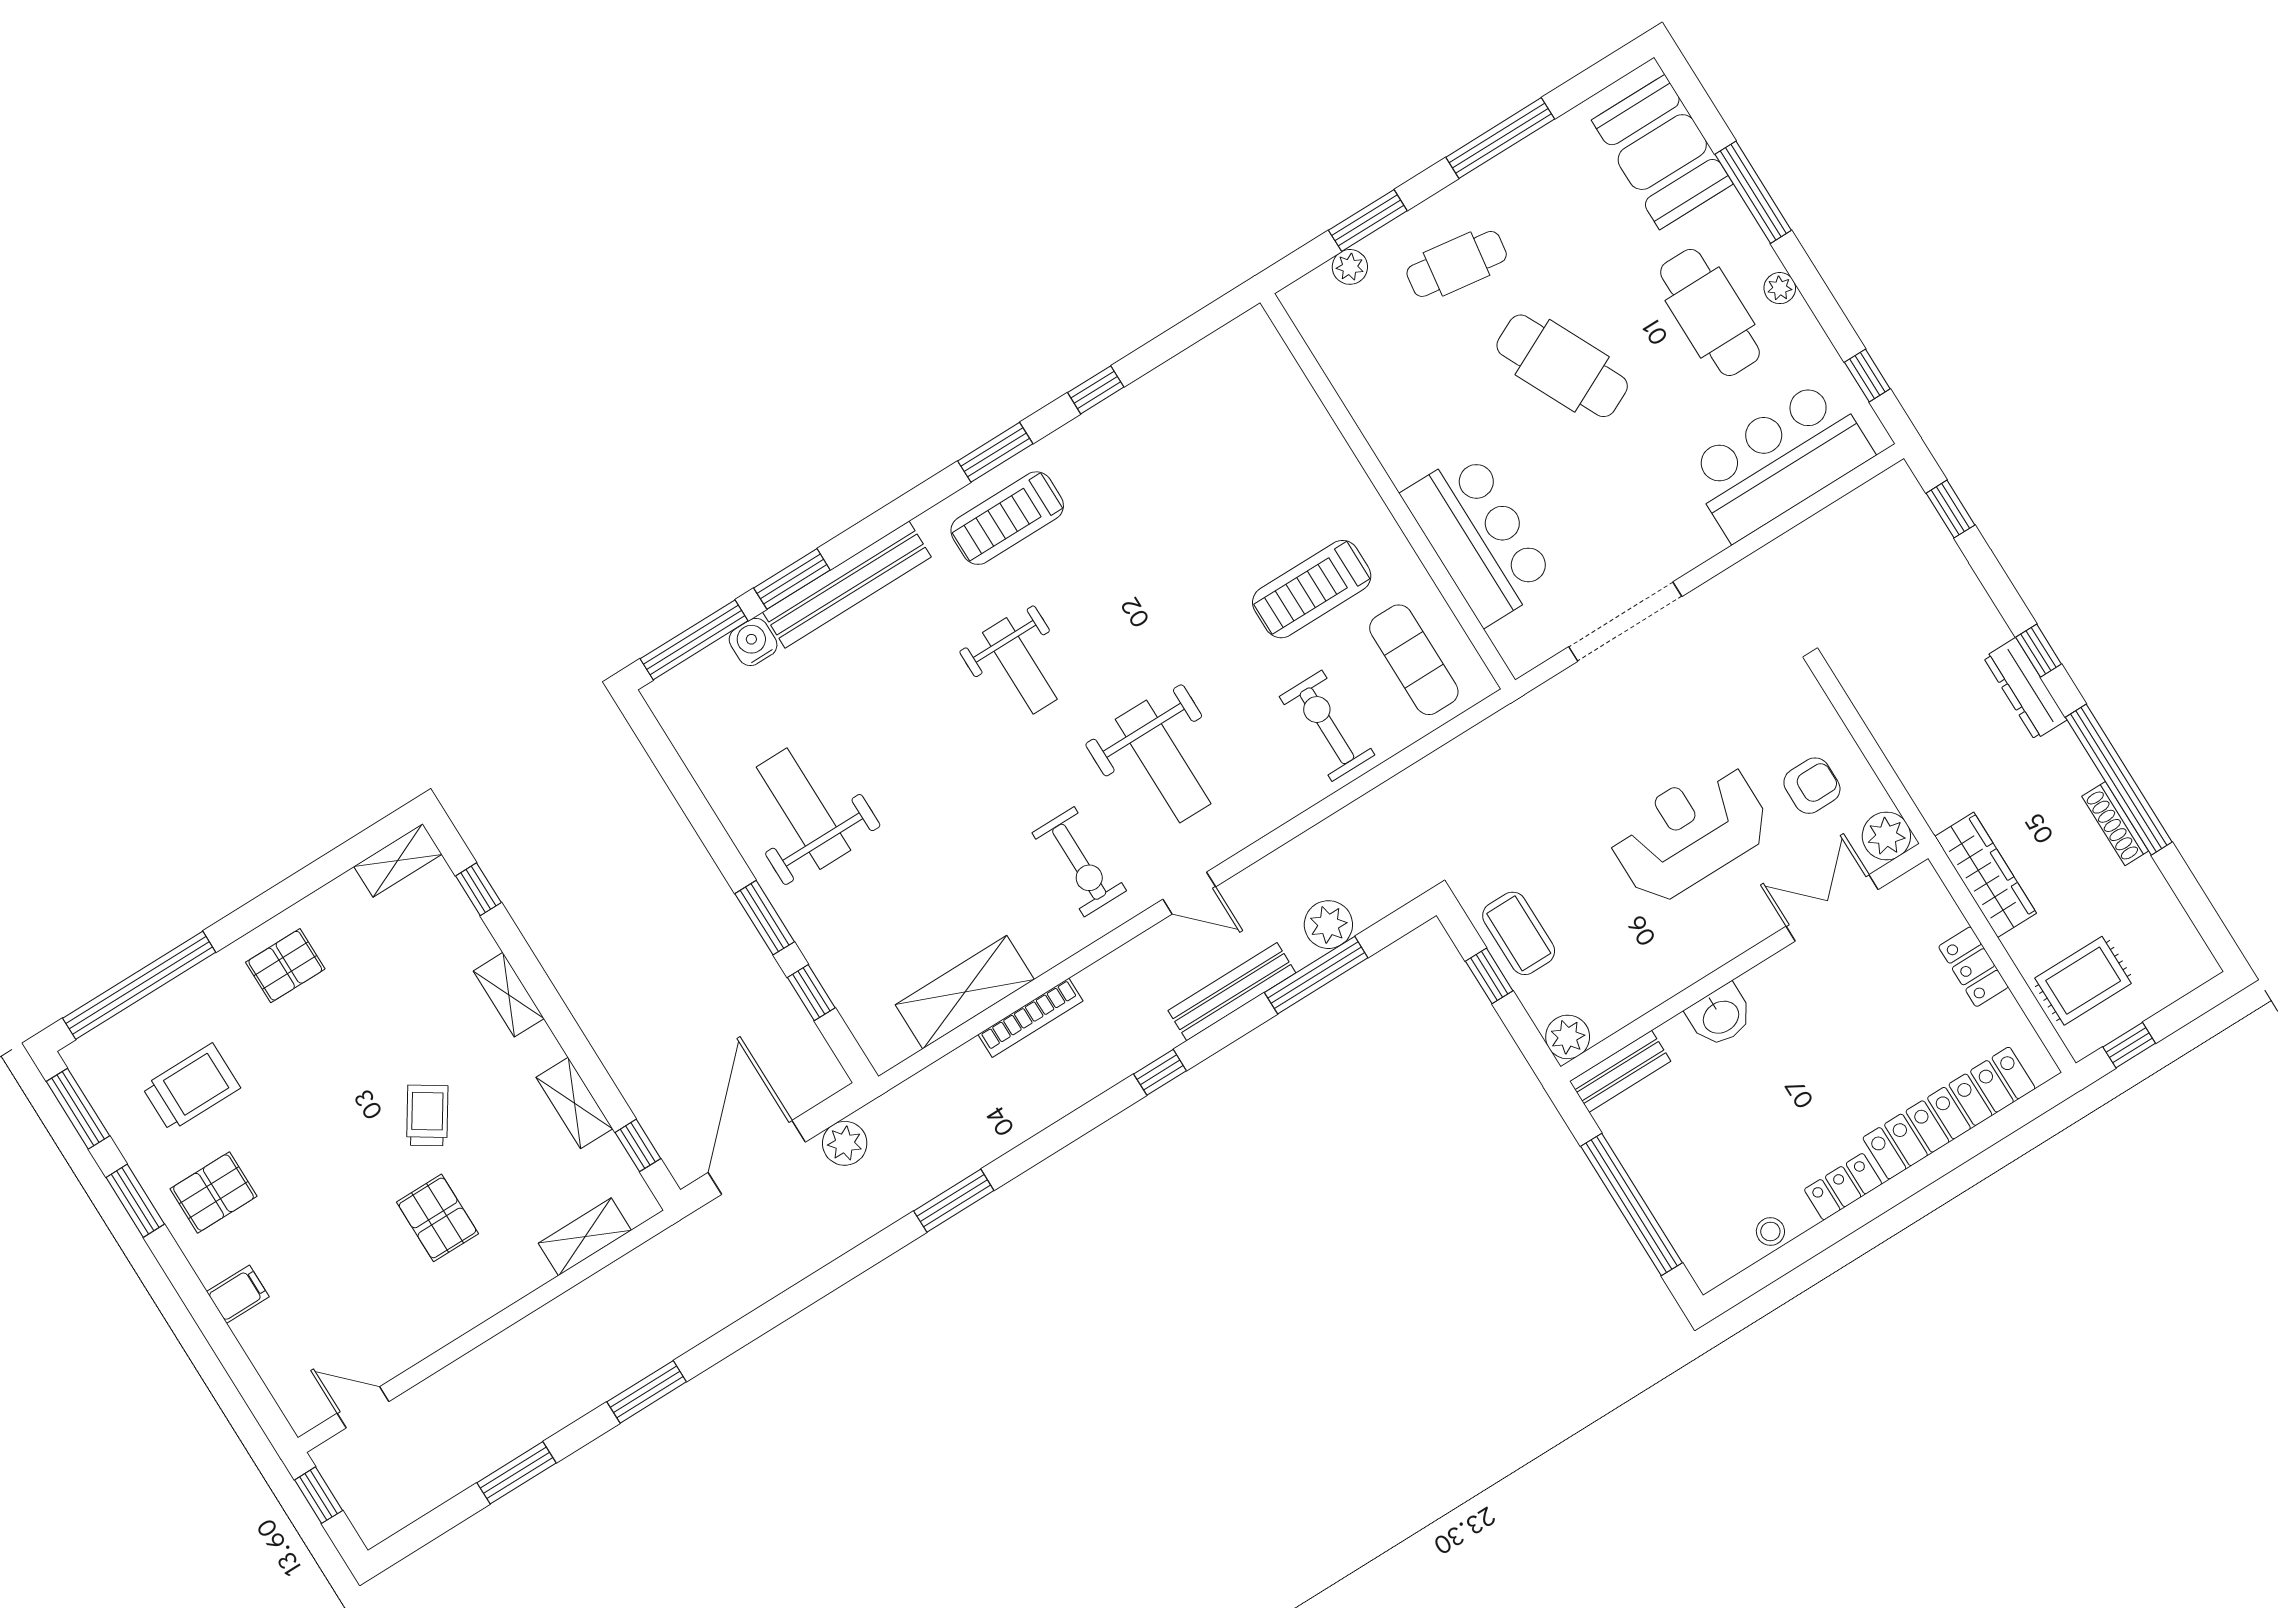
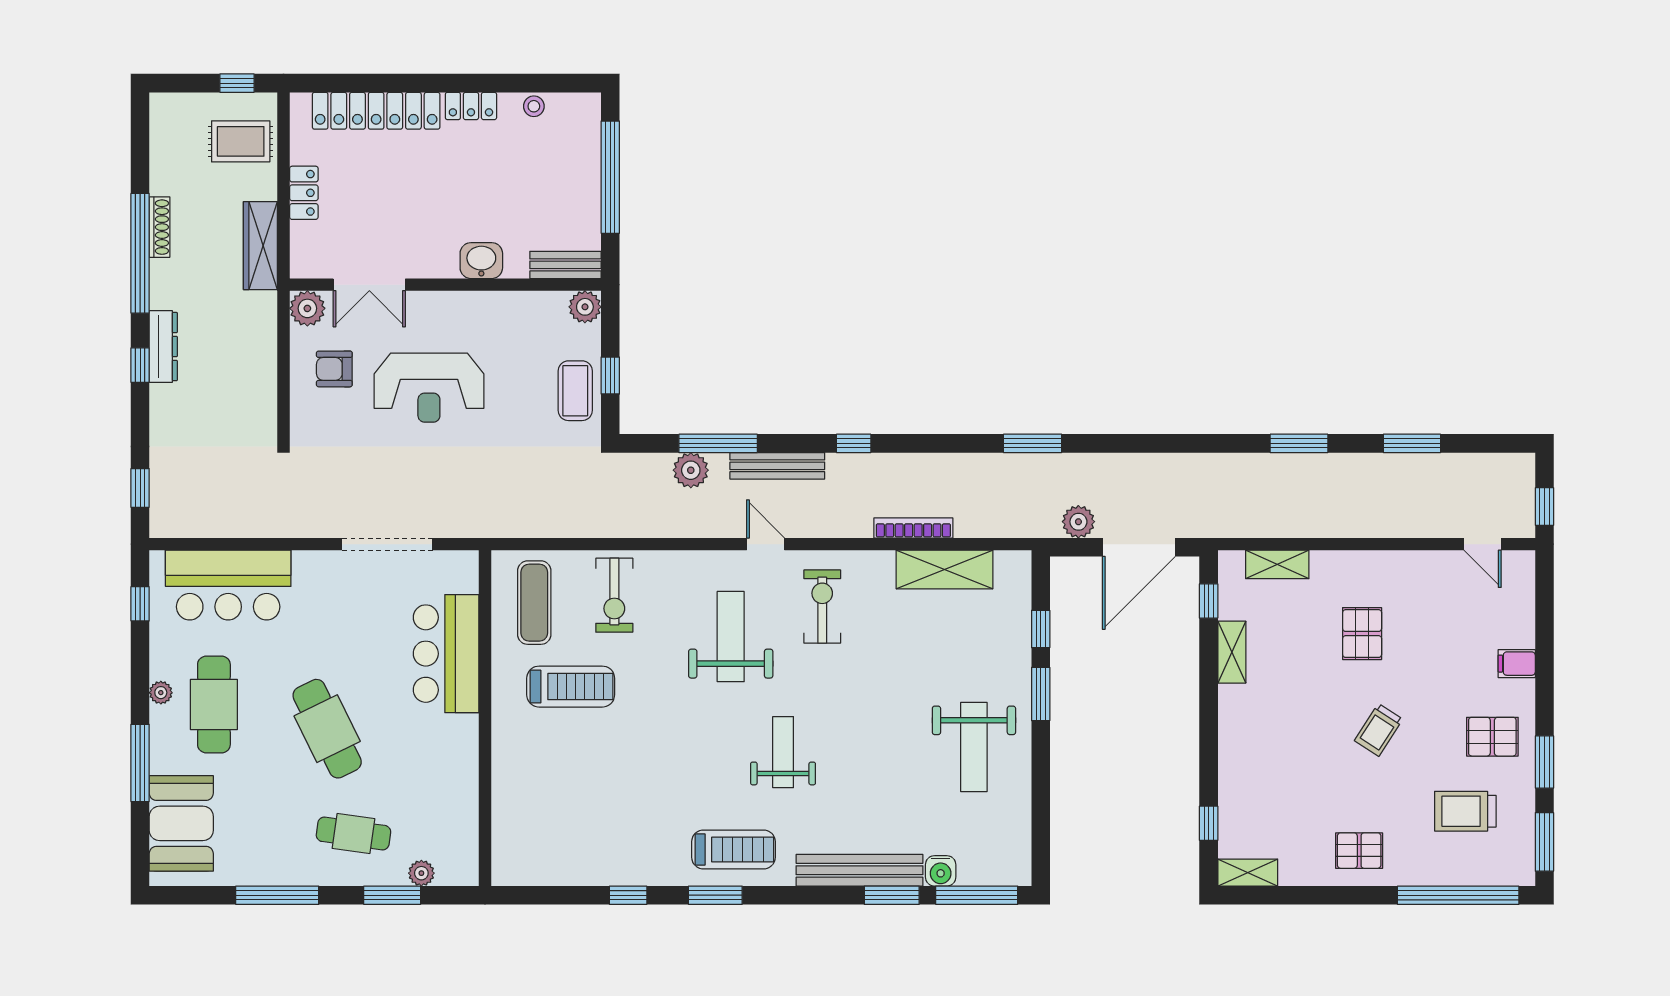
shelving: (509, 995) -> (1231, 745), removed
trolley: (427, 1115) -> (1379, 730), moved

